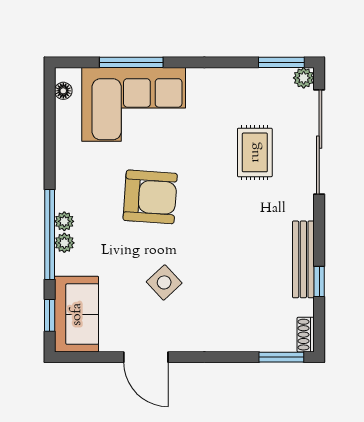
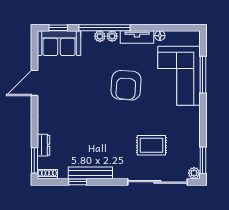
floor lamp: (63, 91) -> (160, 36), moved
tv unit: (66, 178) -> (137, 37), added
side table: (164, 282) -> (77, 93), removed
dresser: (255, 341) -> (44, 145), added

